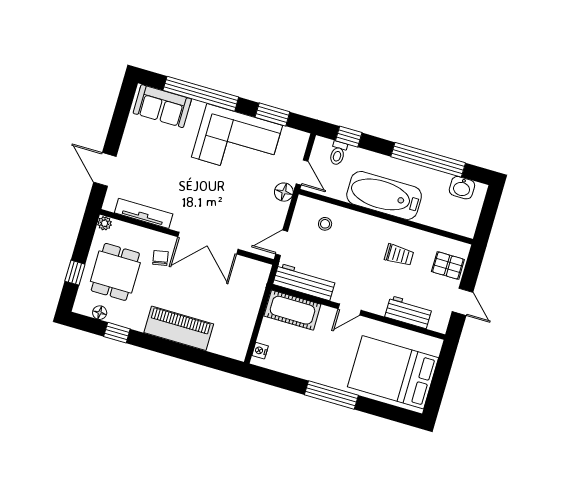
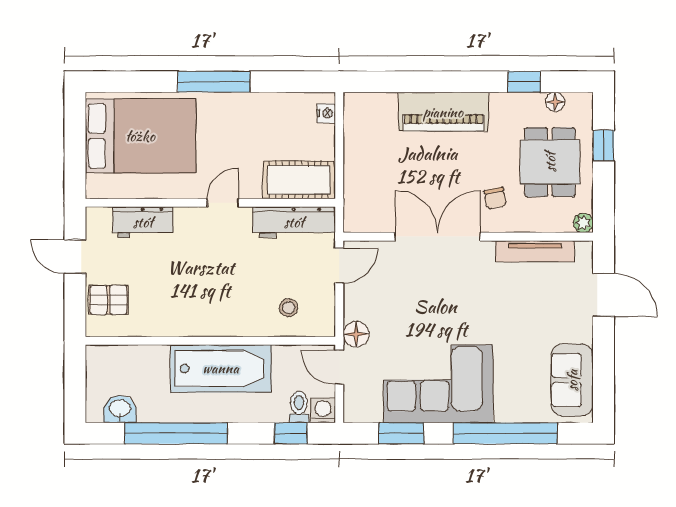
sofa: (162, 106) -> (572, 380), moved, turned -90
washing machine: (322, 146) -> (323, 411), added
trolley: (399, 255) -> (178, 295), removed

